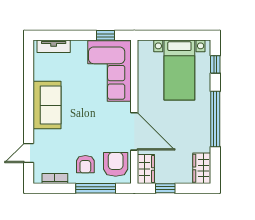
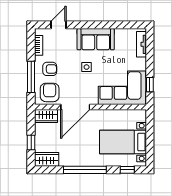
side table: (83, 117) -> (87, 67), added
door: (29, 153) -> (58, 25), hinge flipped
armchair: (85, 164) -> (50, 69), turned 180
armchair: (116, 164) -> (50, 92), turned -90
window: (165, 188) -> (31, 143), moved

